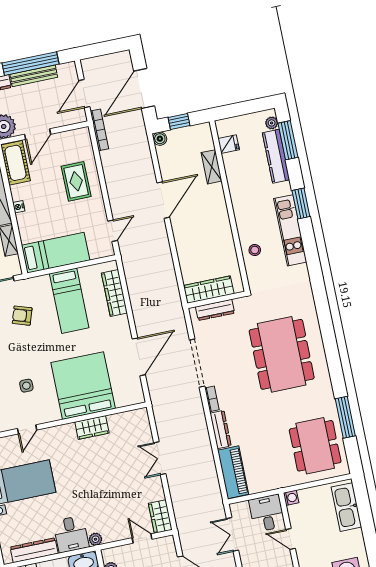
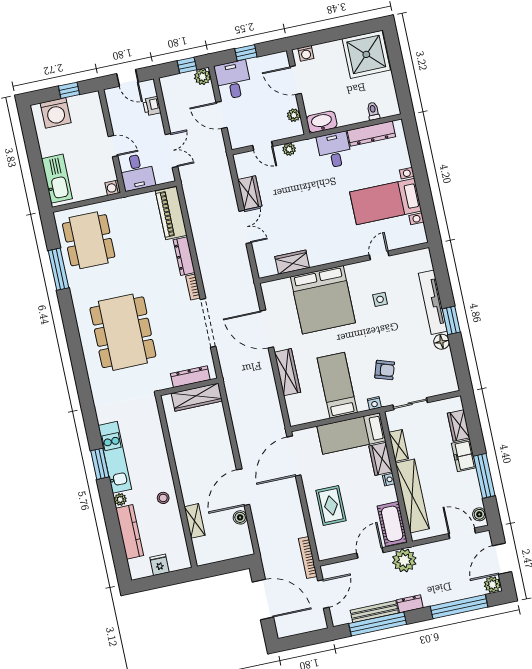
door: (144, 88) -> (263, 599), hinge flipped
window: (179, 121) -> (228, 566), removed
plant: (272, 123) -> (120, 499), moved
boiler: (160, 139) -> (240, 517), moved
window: (288, 140) -> (118, 548), removed
fridge: (229, 144) -> (159, 565), moved, turned 90
window: (301, 203) -> (100, 464), moved
wardrobe: (27, 227) -> (381, 459), added
door: (113, 231) -> (294, 456), width x1.87
stool: (255, 250) -> (163, 498), moved
nightstand: (33, 283) -> (374, 403), added
wardrobe: (114, 293) -> (287, 372), moved
door: (139, 357) -> (267, 329), hinge flipped
wardrobe: (92, 428) -> (292, 262), moved
wardrobe: (160, 517) -> (250, 193), moved
plant: (96, 539) -> (289, 149), moved

